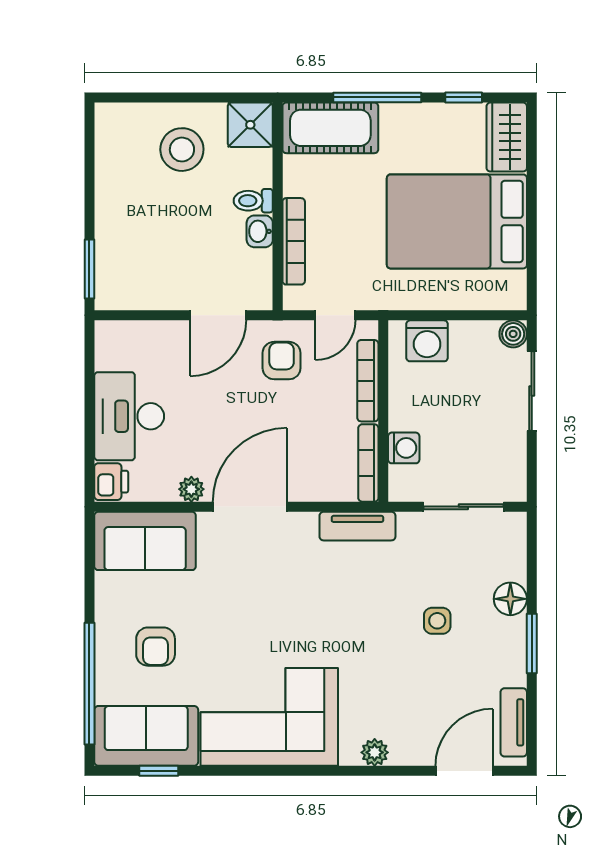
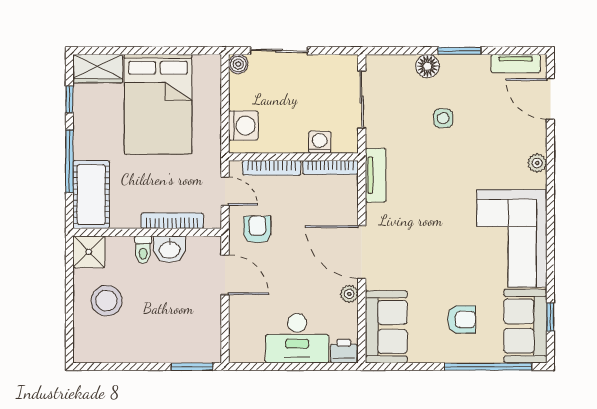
washbasin: (260, 231) -> (169, 249), width x1.38, depth x1.45
armchair: (282, 361) -> (257, 229), turned 90

